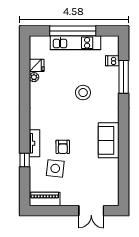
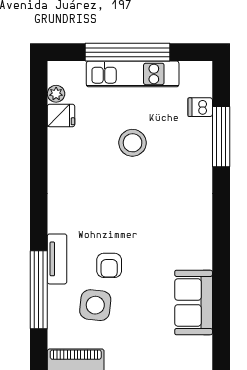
plant: (34, 77) -> (56, 94), moved
stool: (83, 93) -> (133, 143), moved
sofa: (109, 140) -> (194, 302), moved
window: (25, 160) -> (39, 290), width x3.17

